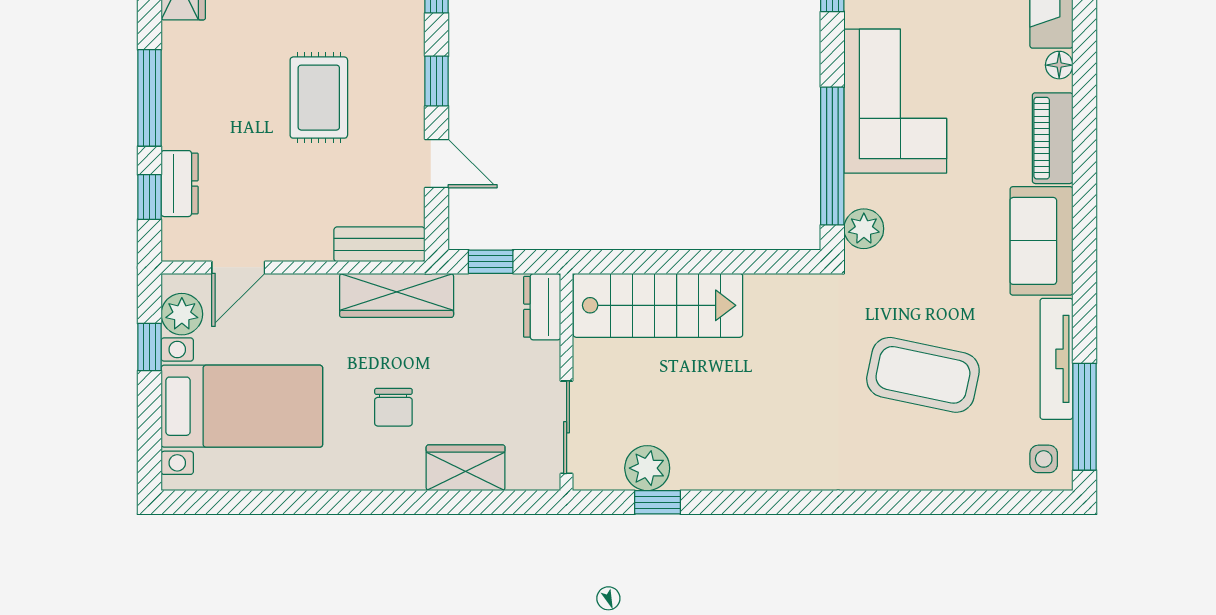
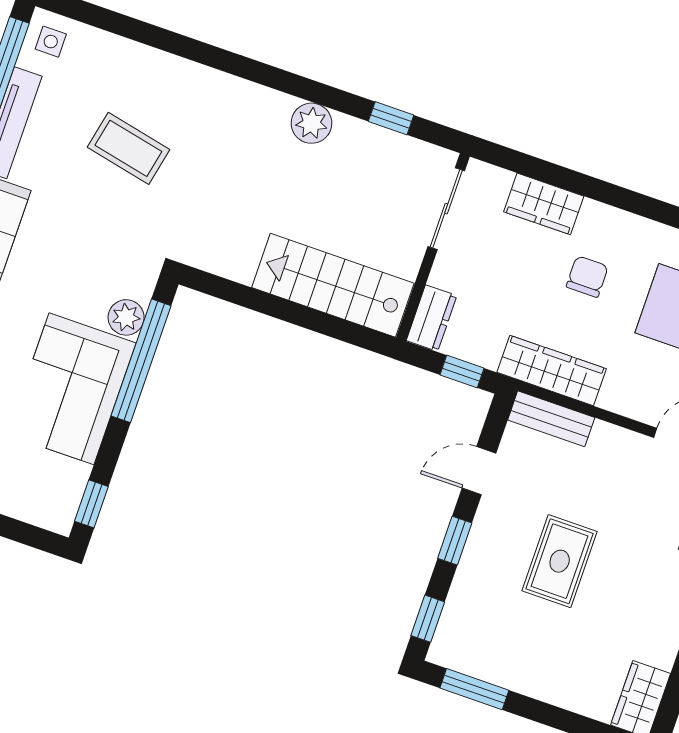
door: (437, 164) -> (479, 471), hinge flipped
plant: (864, 229) -> (126, 317), moved
coffee table: (923, 375) -> (128, 148), width x0.73, depth x0.76
plant: (647, 468) -> (311, 123), moved

